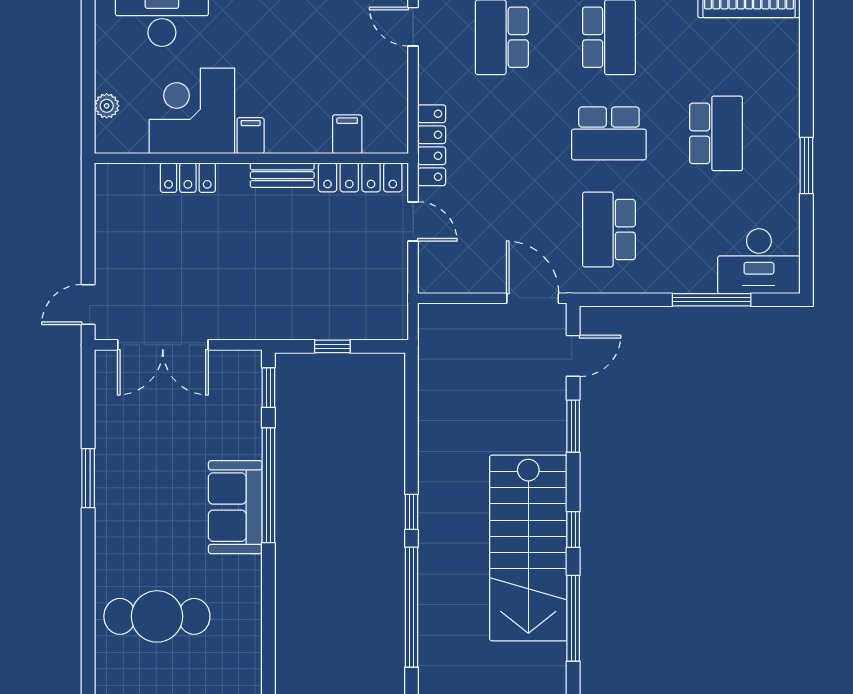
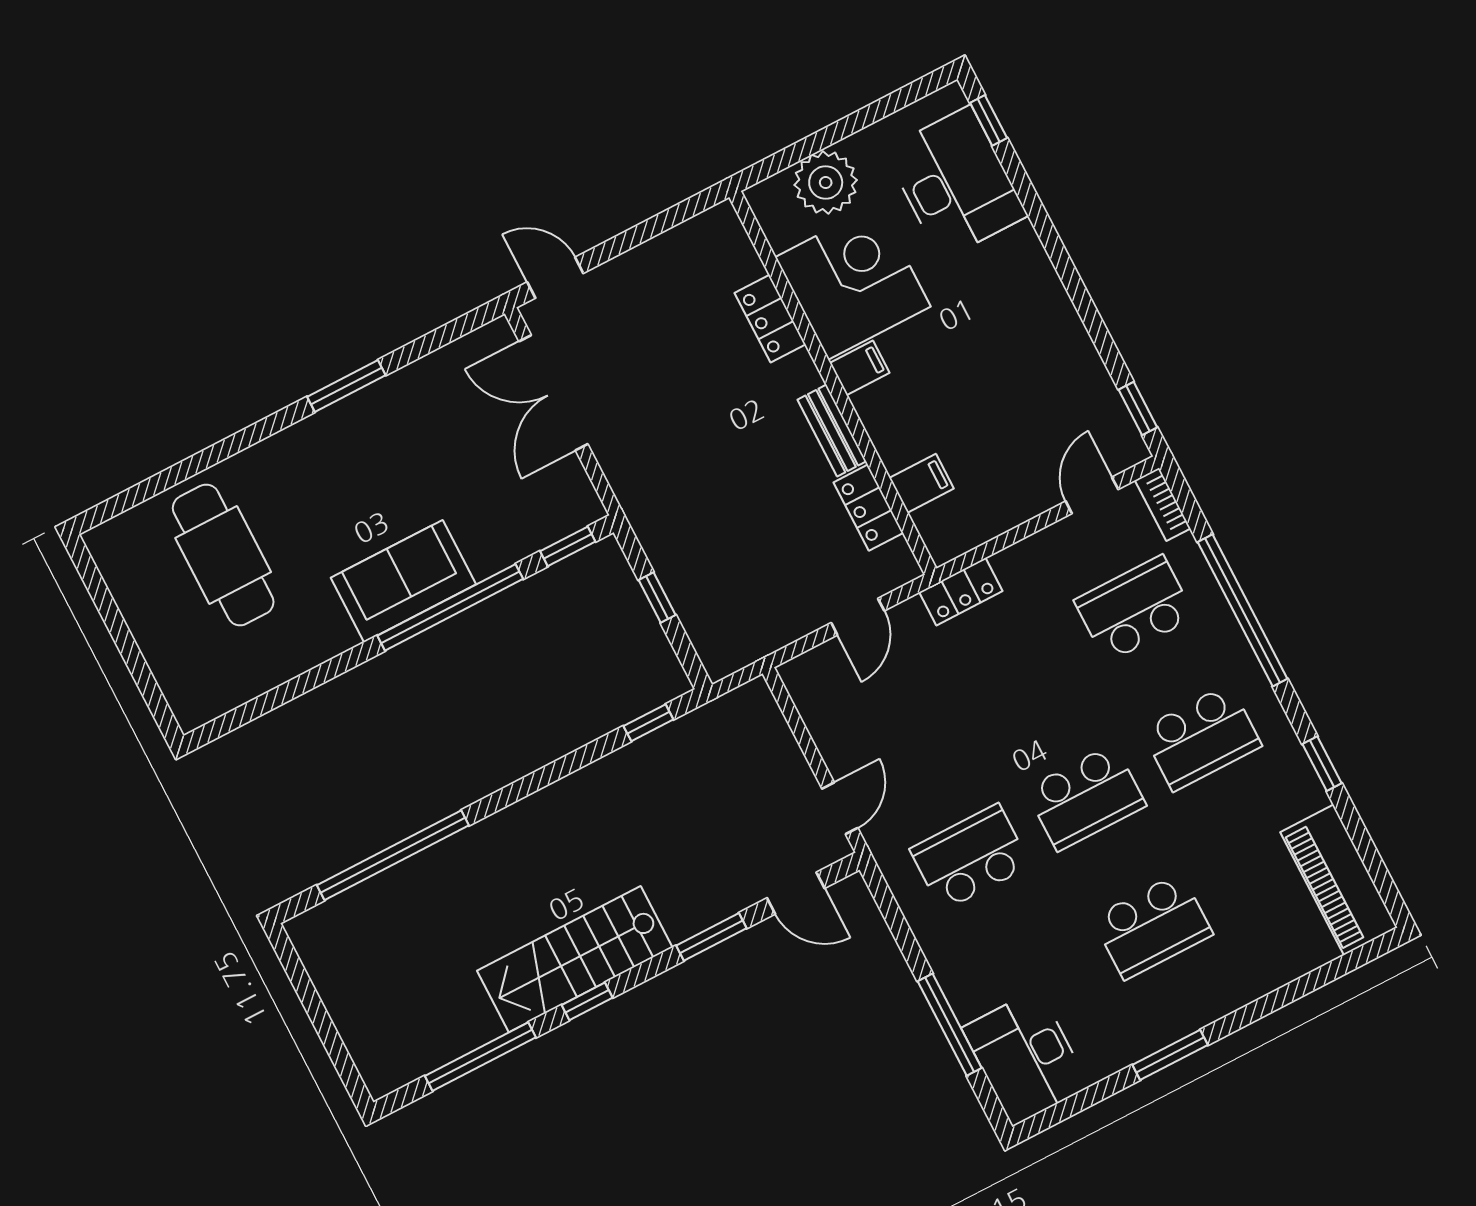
plant: (107, 106) -> (826, 183), width x1.88, depth x1.88
school desk: (609, 133) -> (1086, 797), turned -90
locker: (432, 145) -> (961, 592), width x0.66
locker: (360, 177) -> (868, 508), width x0.66
door: (533, 298) -> (840, 808), width x0.73
window: (411, 512) -> (648, 723), moved
stairs: (528, 548) -> (575, 959), width x0.73, depth x0.66

